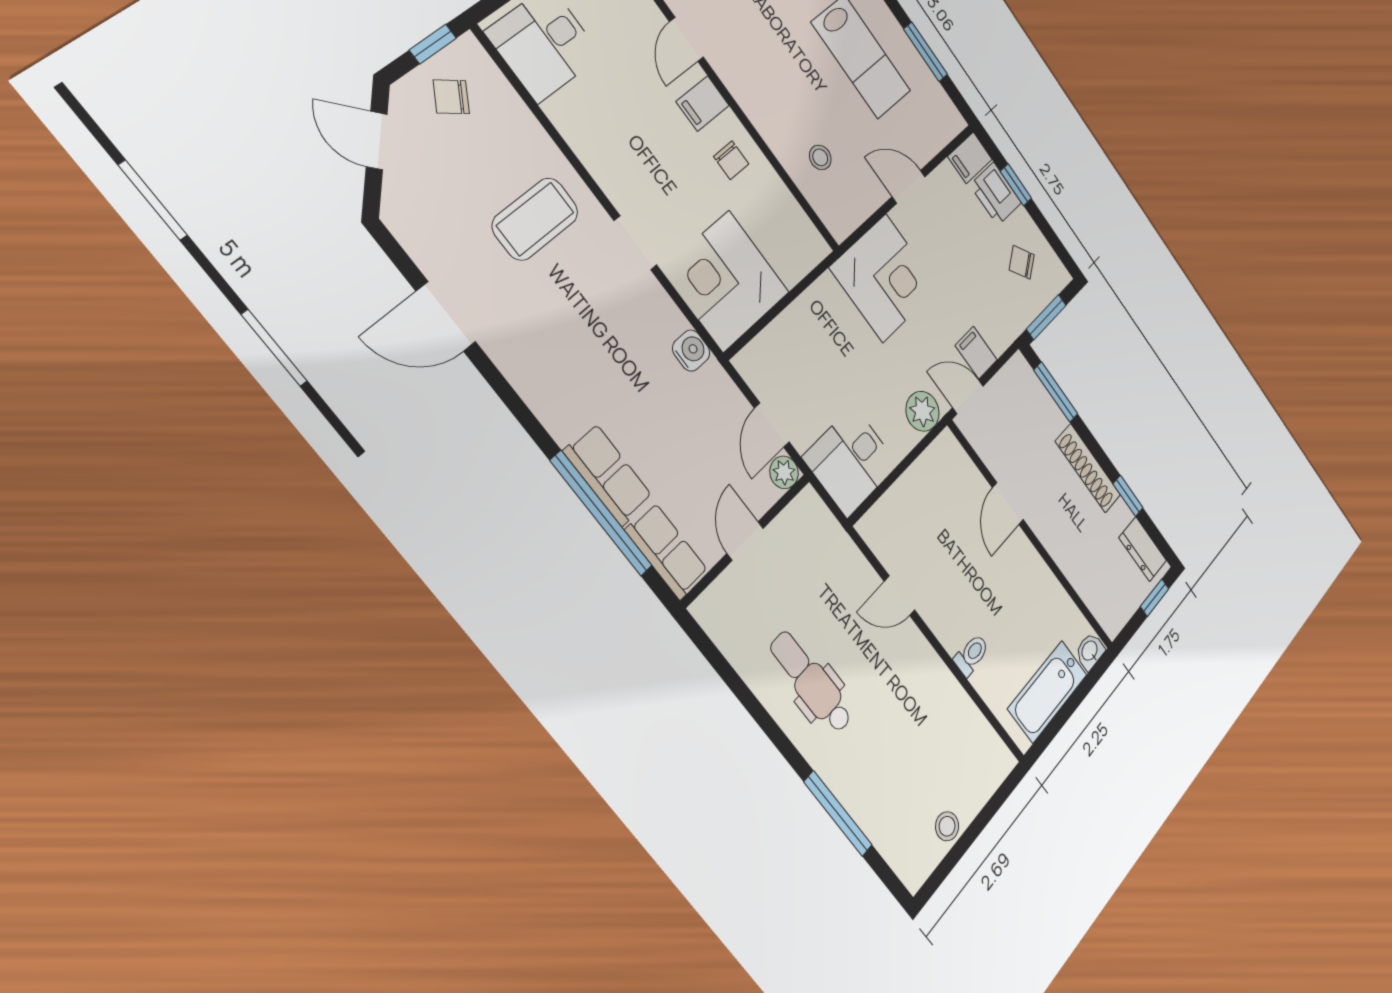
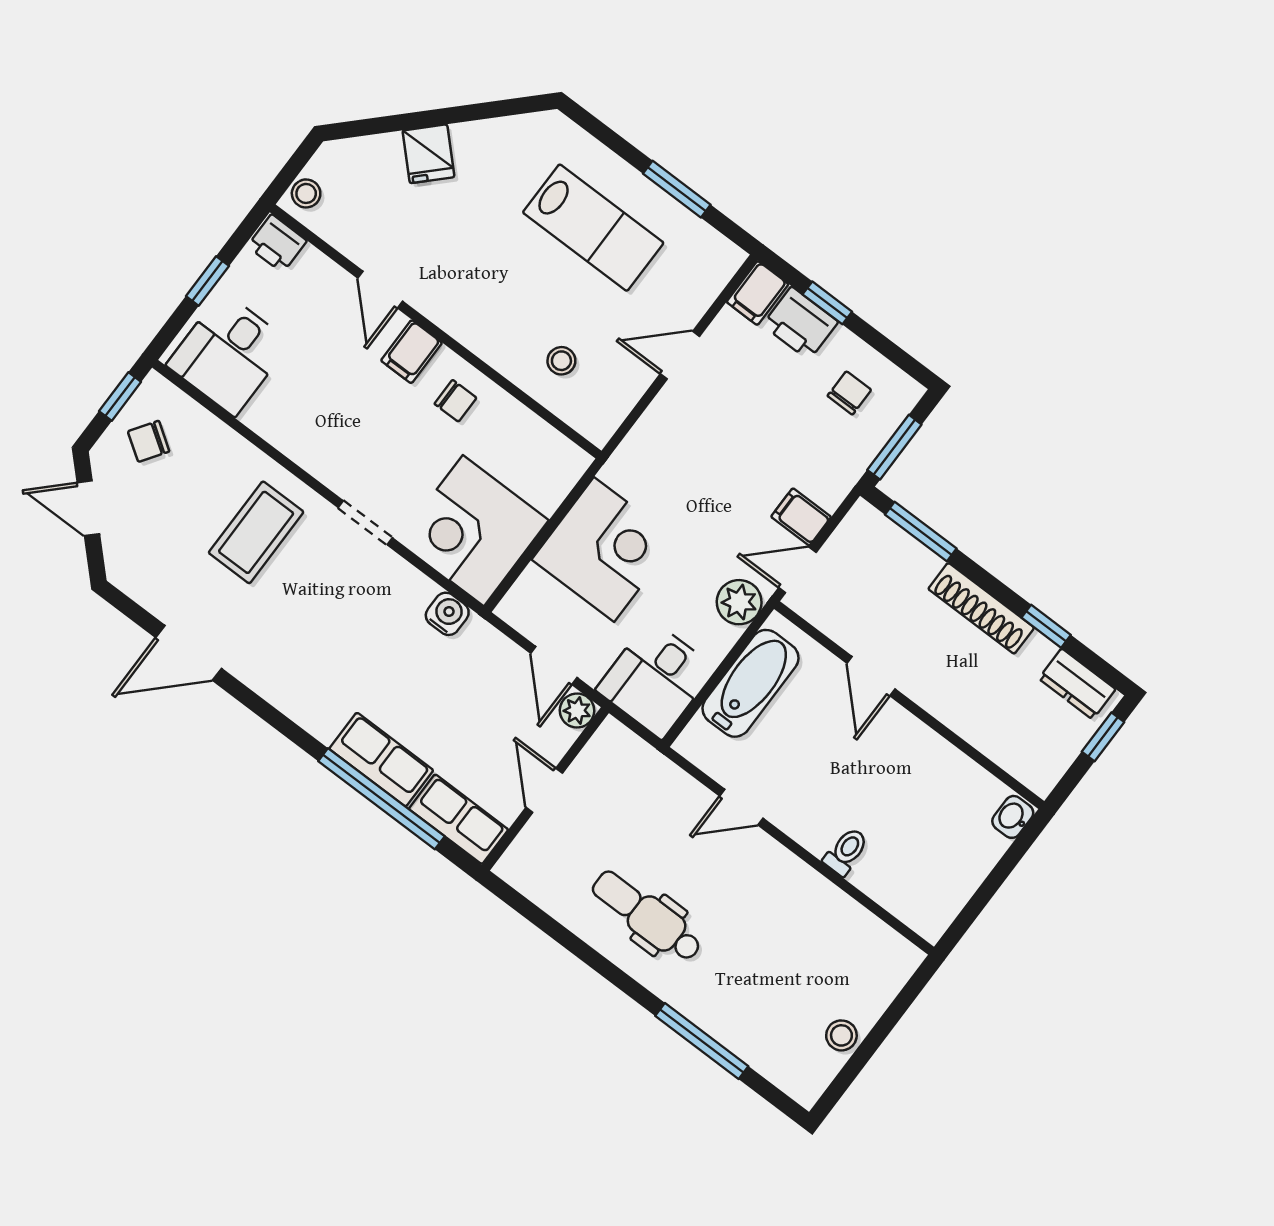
chair: (1022, 262) -> (849, 393), turned 124
corner desk: (884, 278) -> (604, 549), moved
bathtub: (1048, 692) -> (751, 683), moved, turned 180

